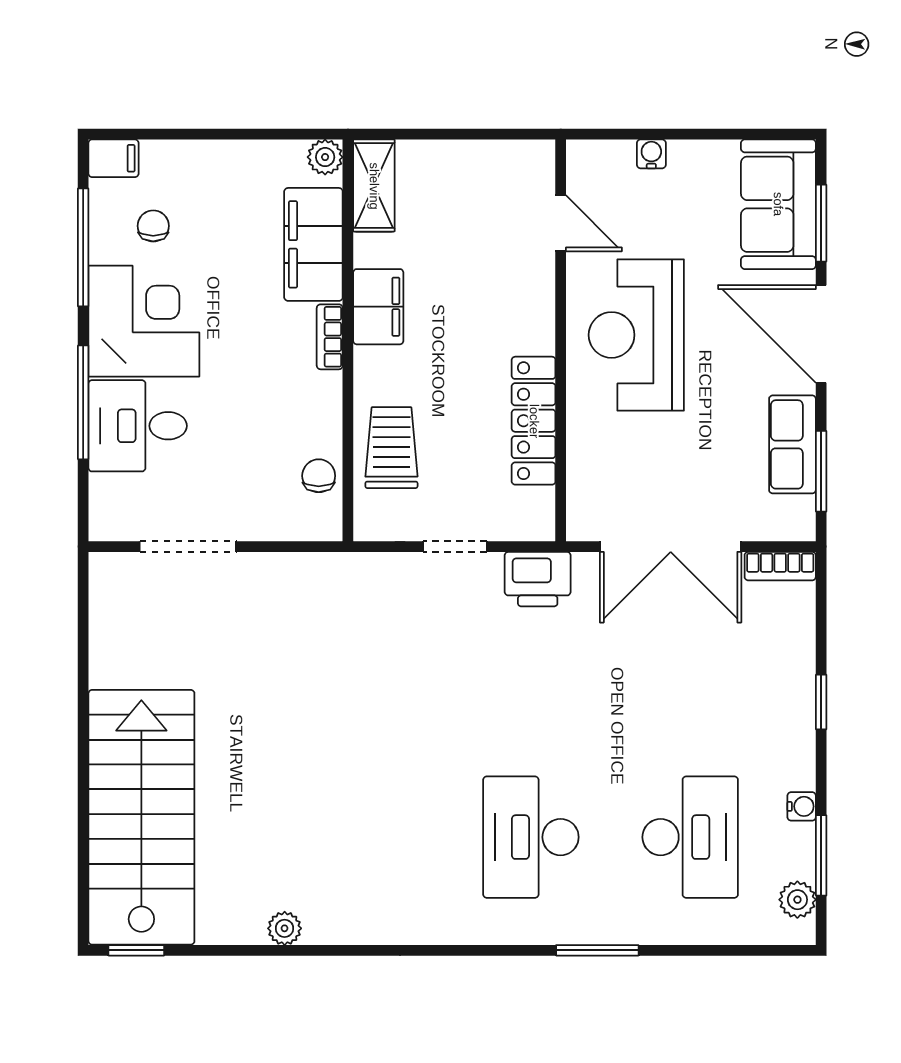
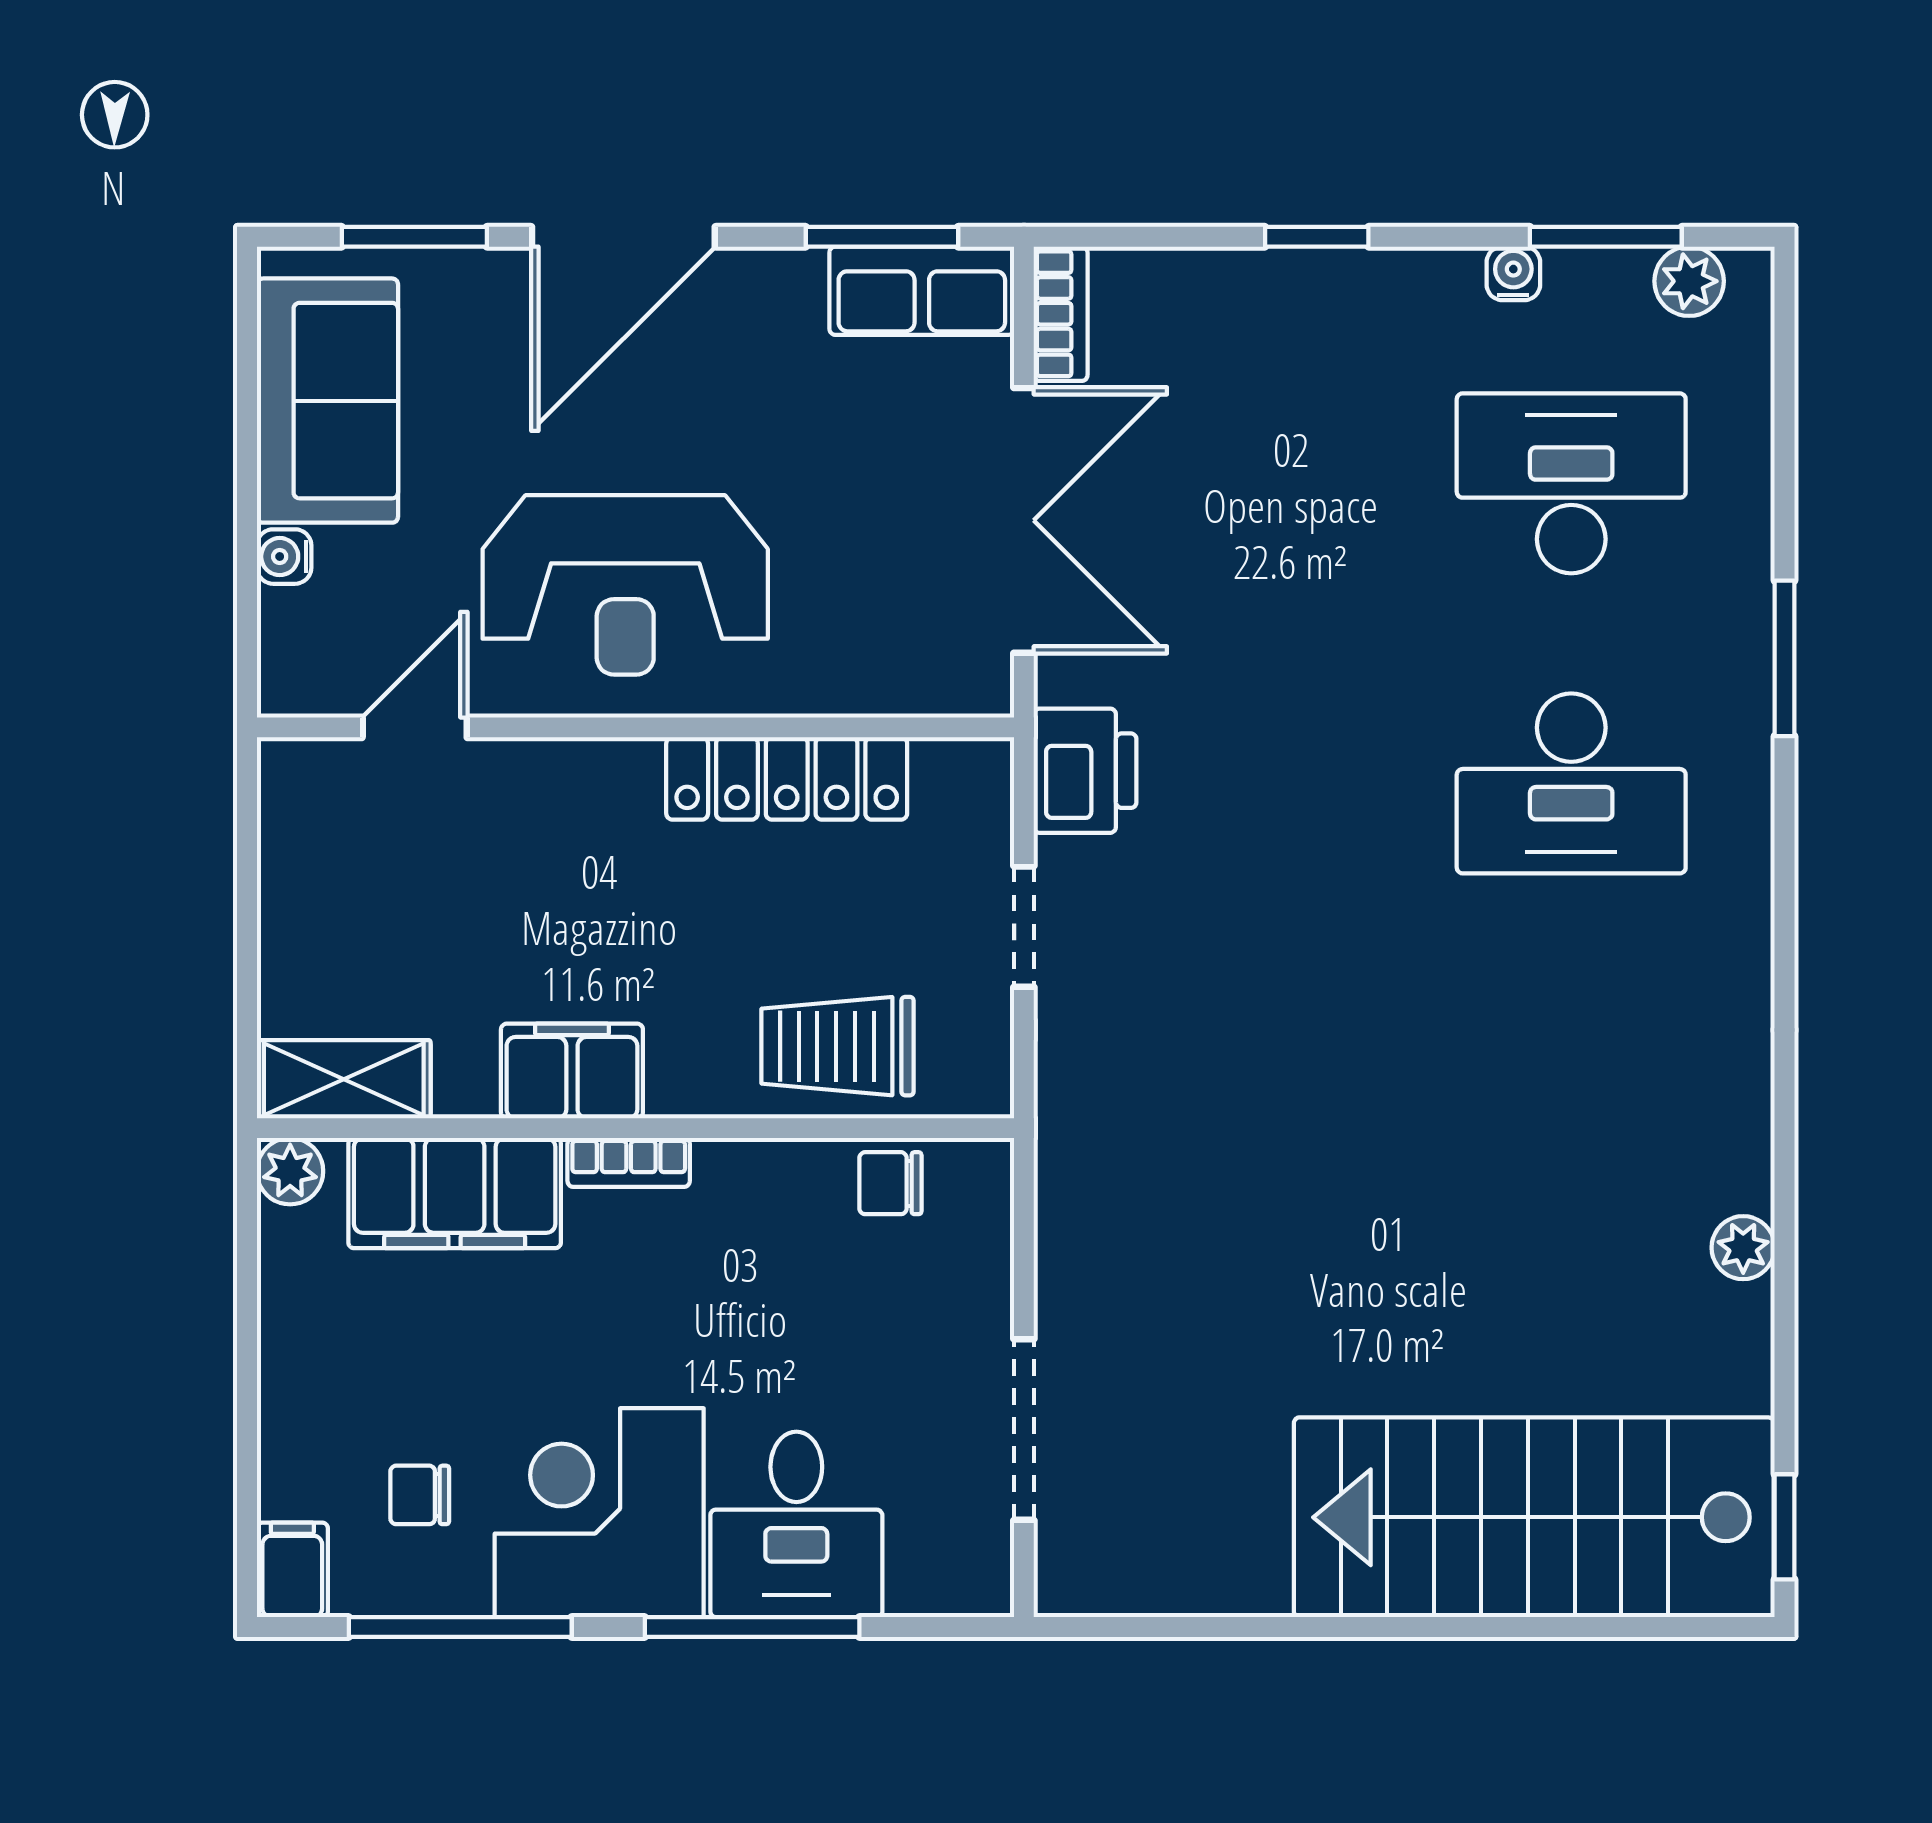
sofa: (778, 204) -> (327, 401), moved, turned -90
row of seats: (792, 444) -> (922, 291), moved

